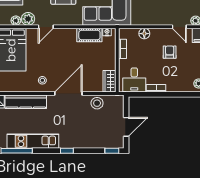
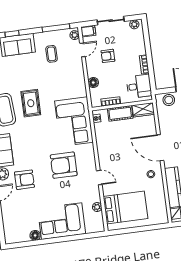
plant: (28, 19) -> (94, 196), removed
cot: (89, 35) -> (120, 113), moved, turned 90
stool: (97, 103) -> (169, 100), moved

